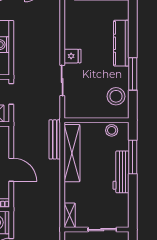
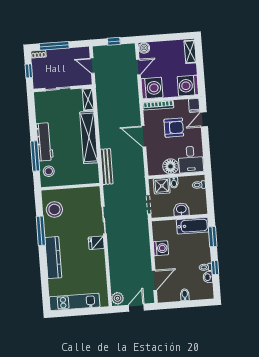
stool: (112, 130) -> (49, 171), moved
shelving: (72, 153) -> (89, 137), moved

